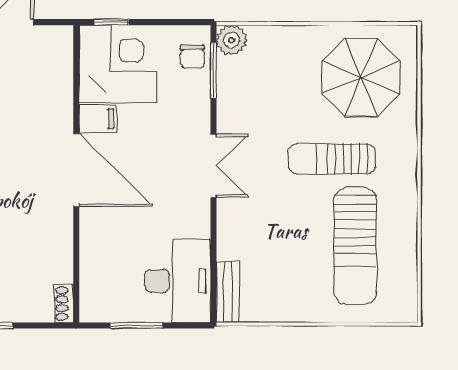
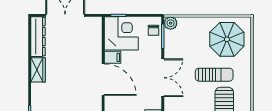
sun lounger: (332, 159) -> (214, 75), turned 180
double door: (213, 166) -> (163, 78), width x1.37

